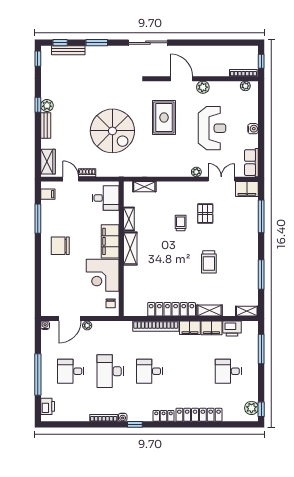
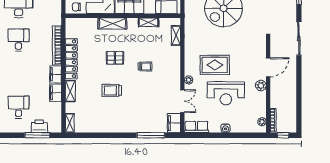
rug: (164, 117) -> (215, 65), moved
pallet: (205, 213) -> (115, 58), moved
shelving: (130, 248) -> (112, 23), moved
window: (261, 274) -> (101, 135), removed
printer: (232, 329) -> (39, 126), moved, turned 90

